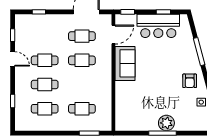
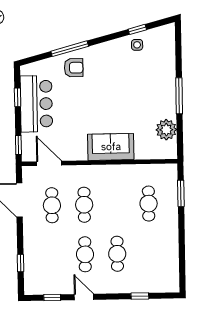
door: (13, 59) -> (84, 297), hinge flipped
sofa: (125, 63) -> (111, 147), moved
armchair: (190, 81) -> (74, 68), moved
cafe table: (45, 109) -> (149, 253), removed
plant: (166, 123) -> (166, 130), moved

